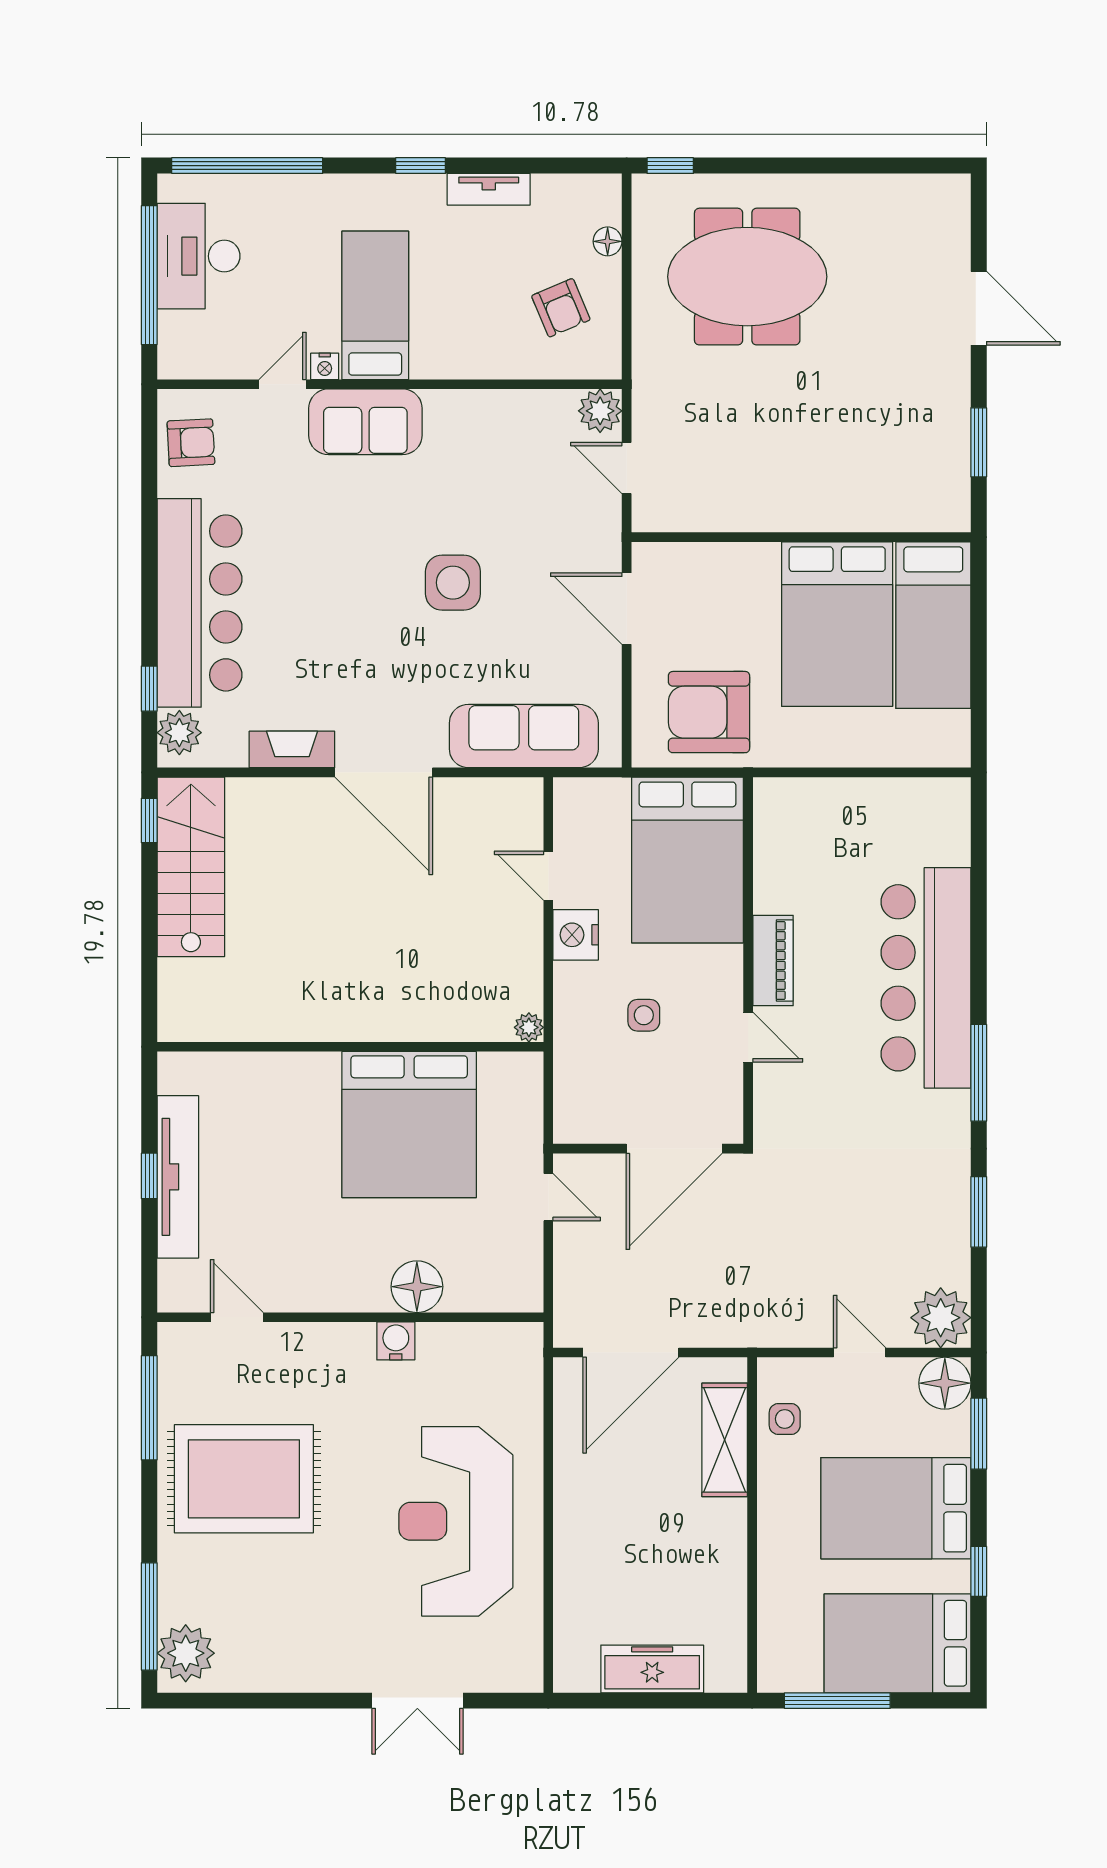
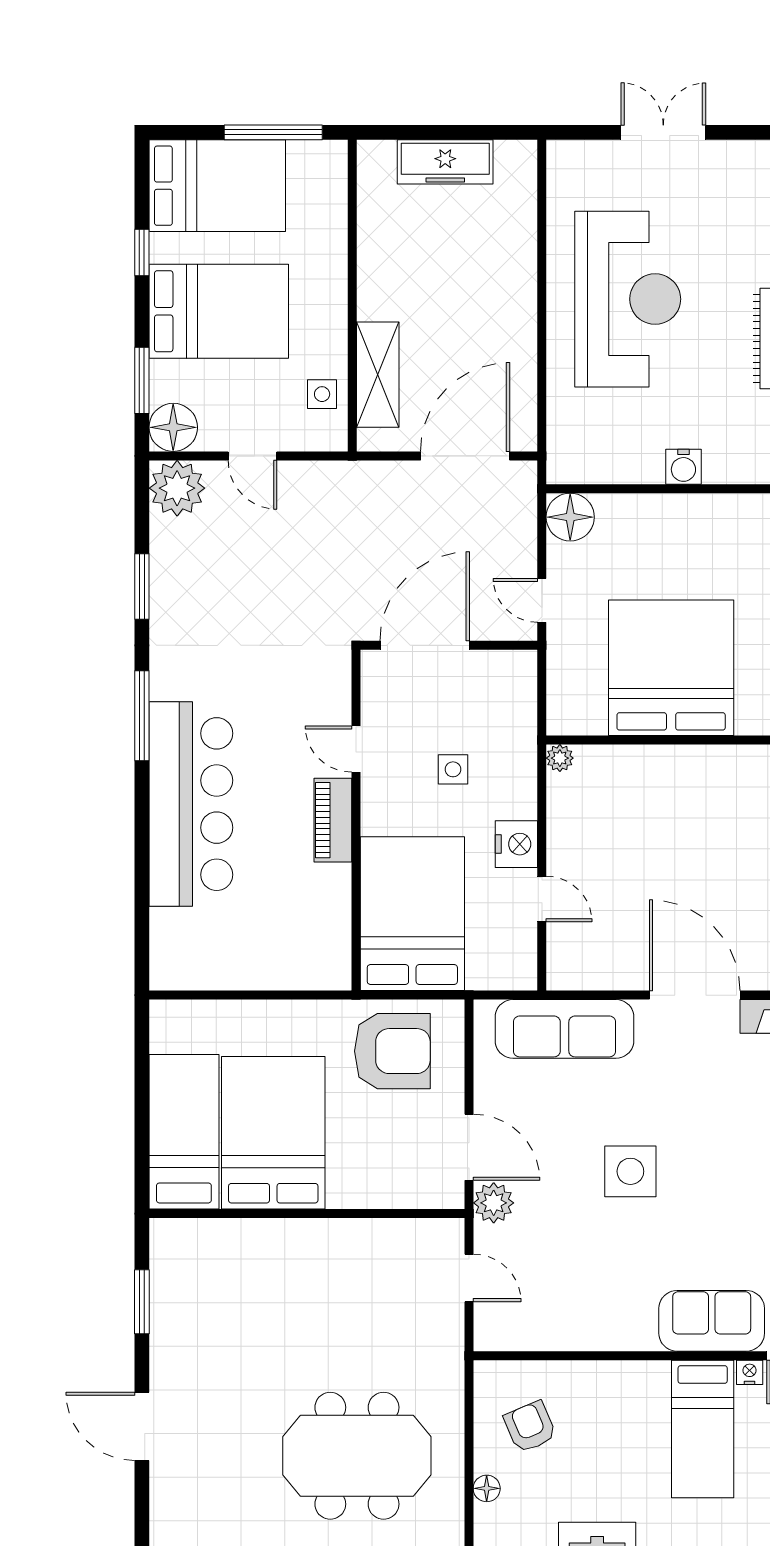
plant: (600, 411) -> (494, 1203), moved
floor lamp: (417, 1287) -> (570, 517), moved

